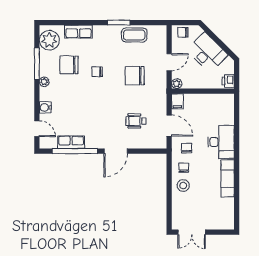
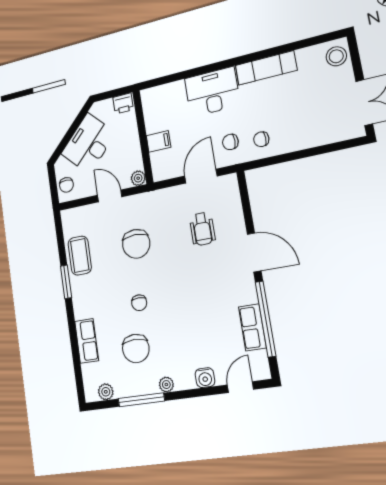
plant: (49, 40) -> (106, 392), width x0.53, depth x0.53
filing cabinet: (177, 101) -> (159, 141), moved
stool: (183, 186) -> (336, 56), moved

